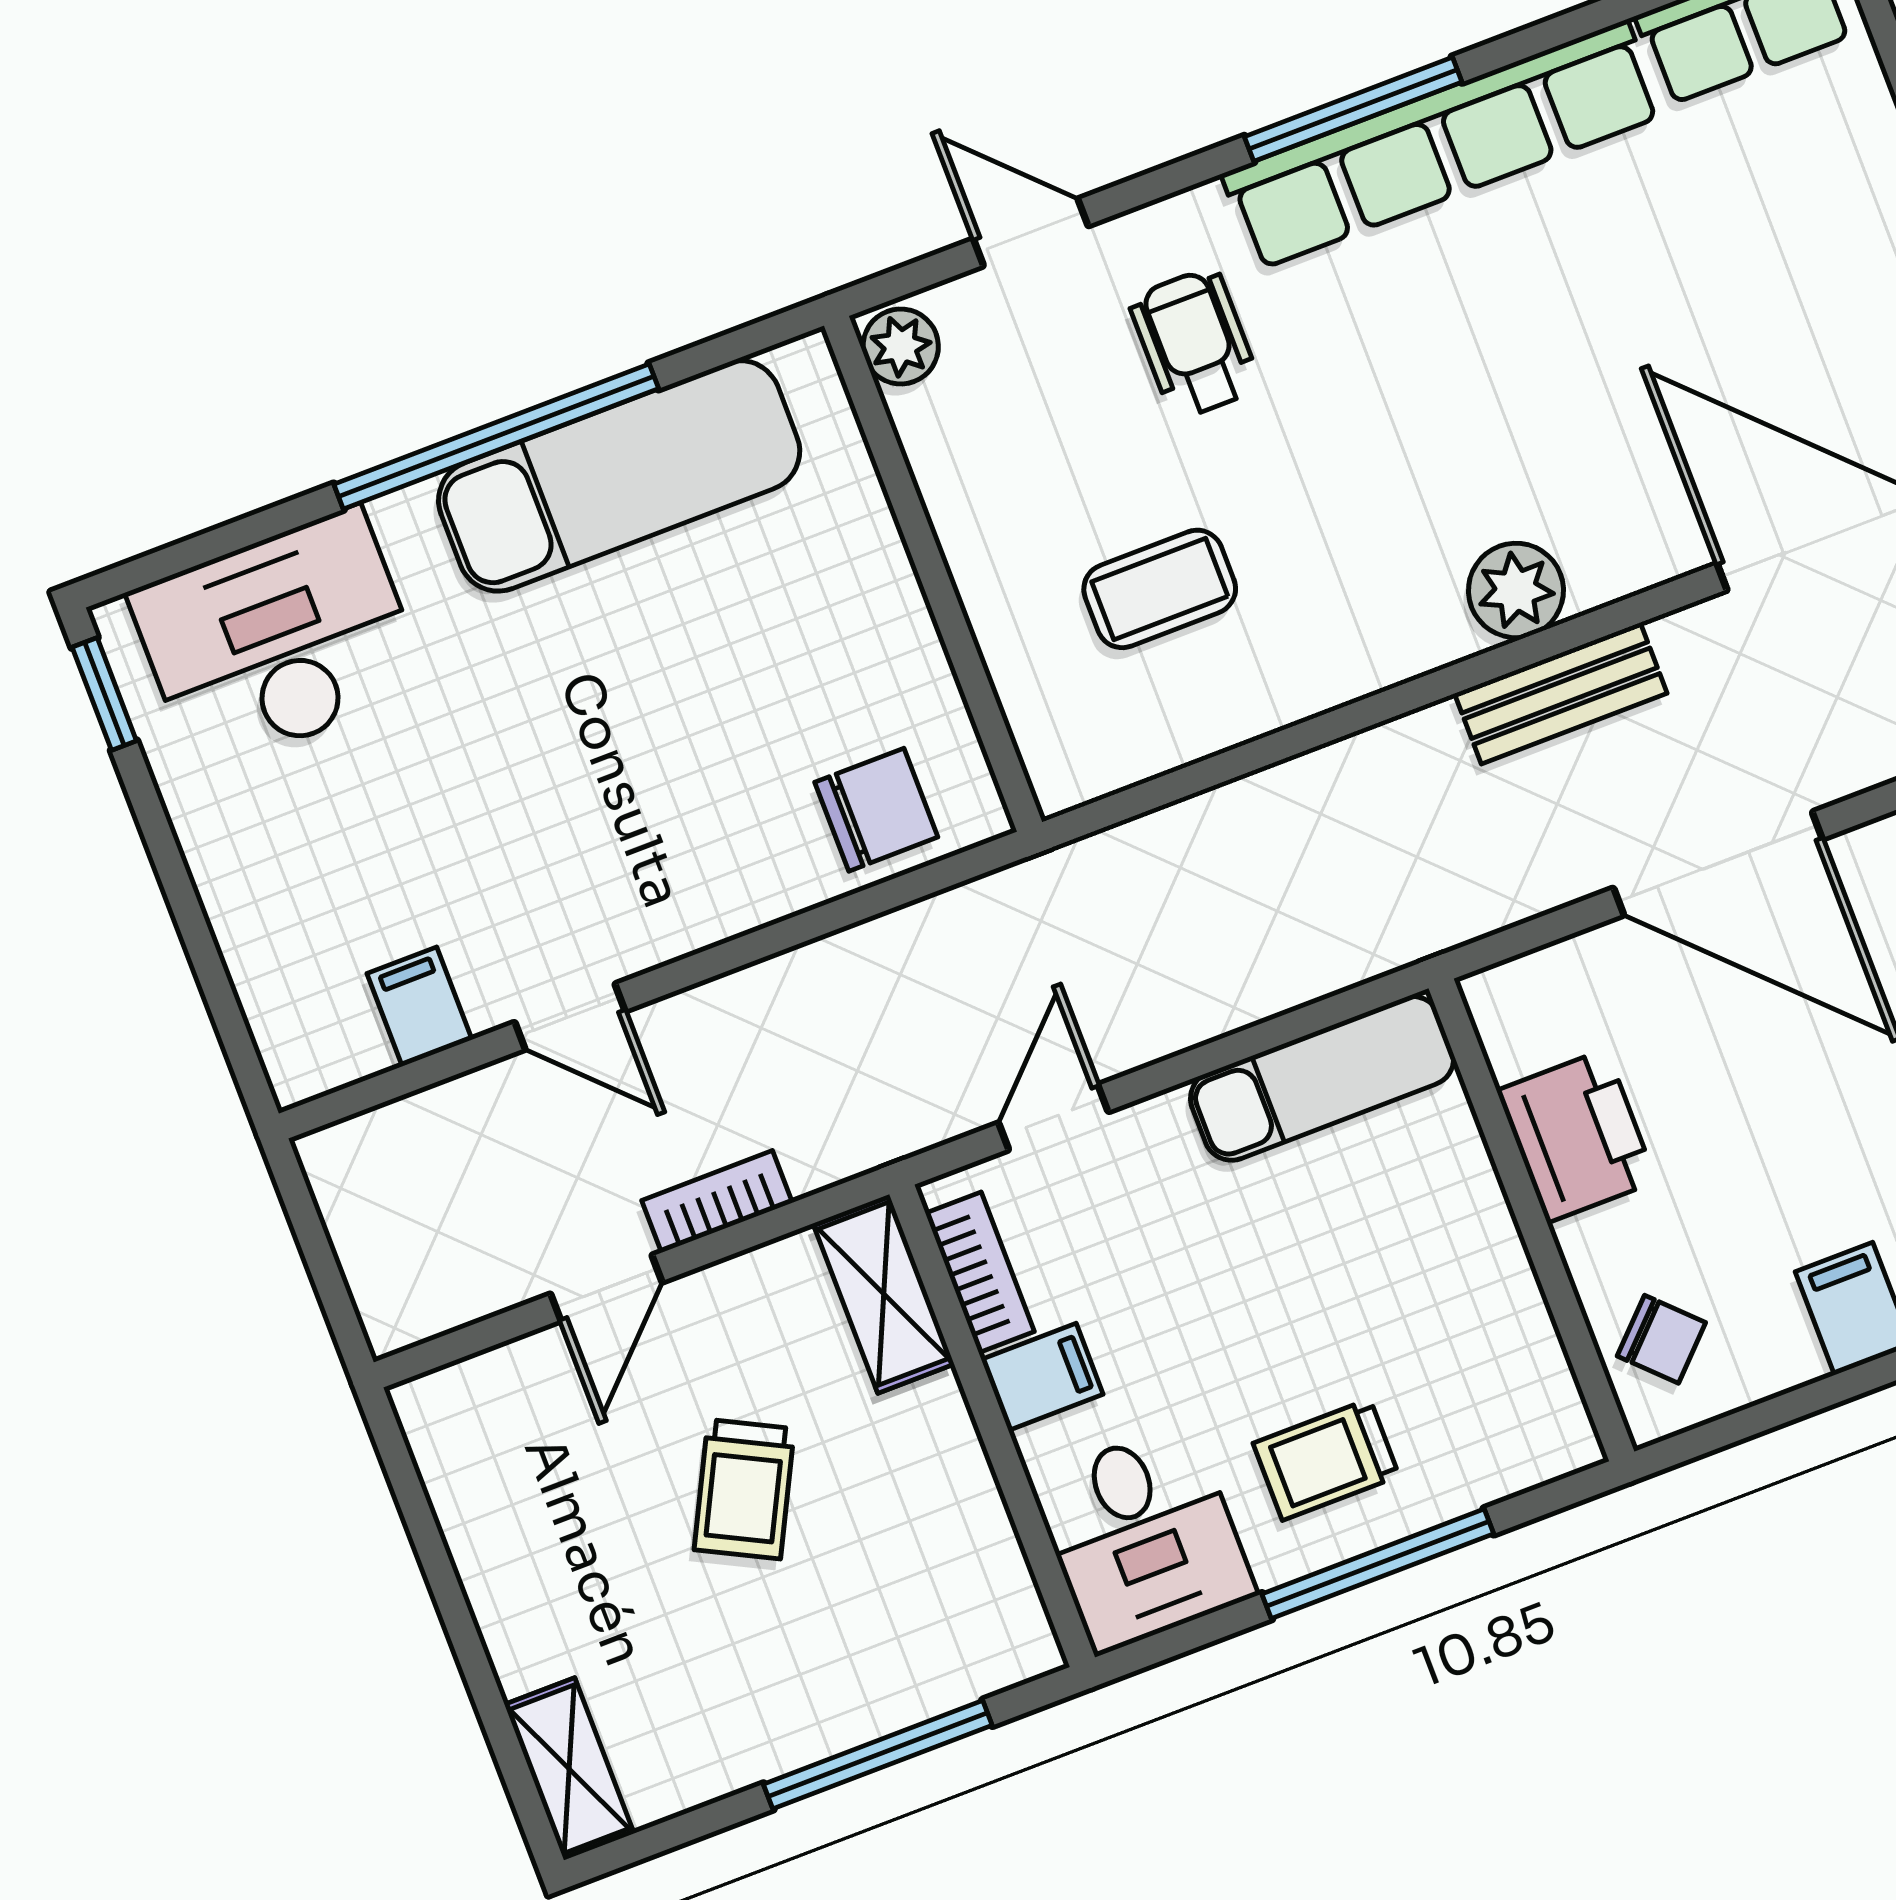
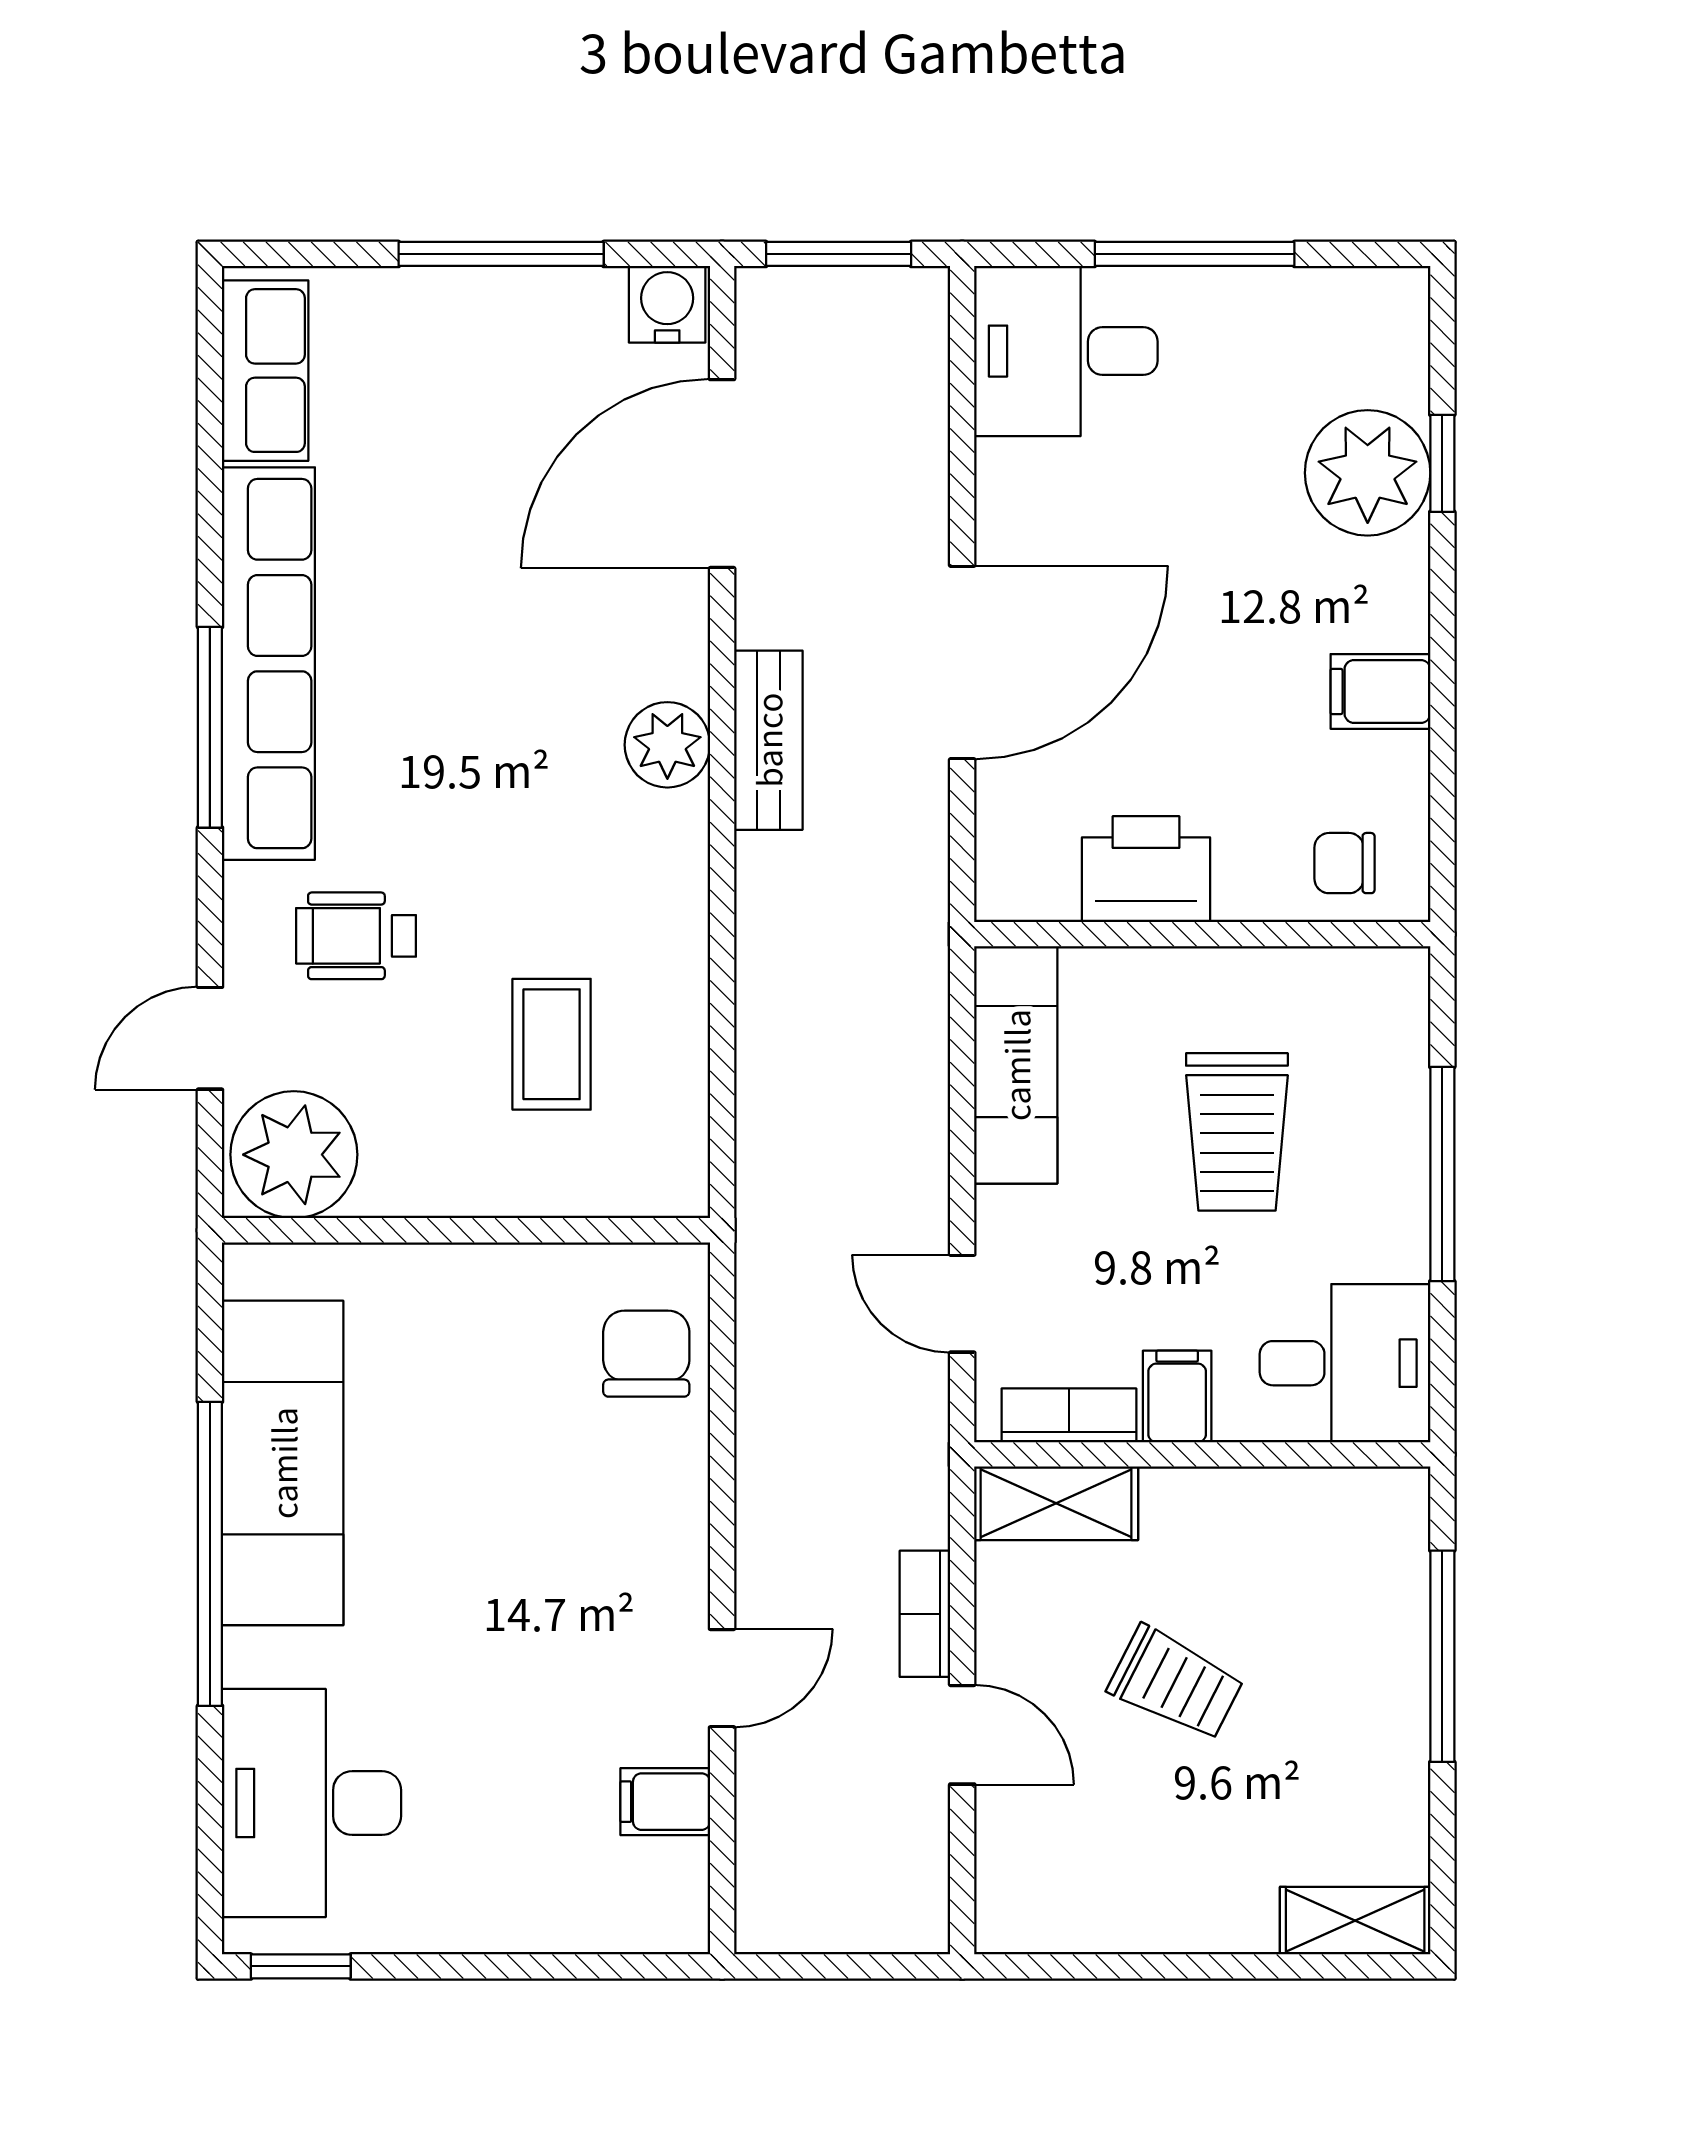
plant: (901, 346) -> (294, 1155), width x1.87, depth x1.87
chair: (1661, 1339) -> (1344, 863), turned -135
trolley: (1326, 1460) -> (1237, 1132), moved, width x1.36, depth x1.39

